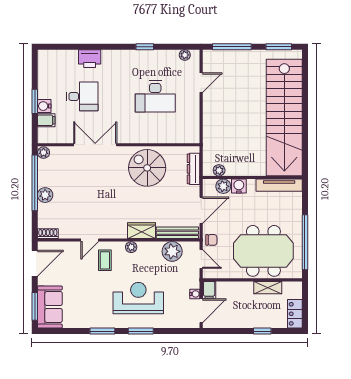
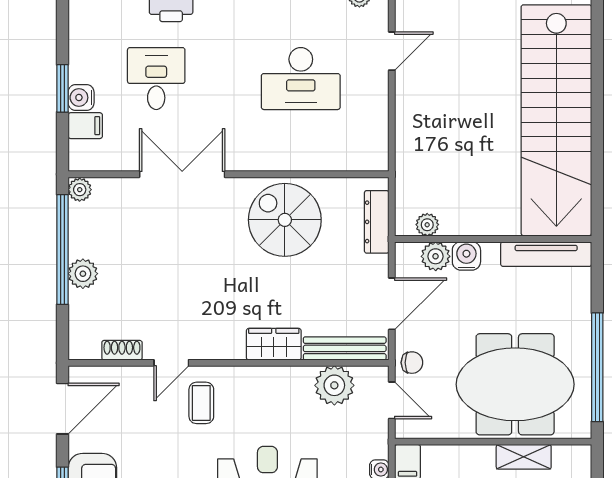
desk: (82, 96) -> (156, 79), turned -90
shoe rack: (48, 234) -> (122, 350), moved
plant: (131, 247) -> (253, 377), removed

